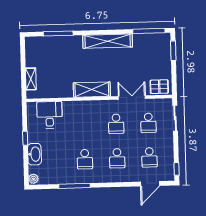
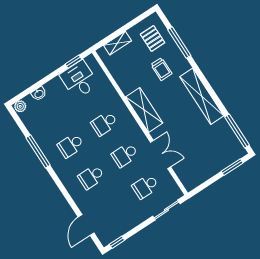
trolley: (70, 59) -> (161, 69), added
pallet: (159, 87) -> (153, 38), moved
desk: (50, 115) -> (79, 80), moved, turned -90
window: (25, 138) -> (73, 62), moved
washbasin: (34, 154) -> (39, 94), width x0.52, depth x0.69
school desk: (149, 157) -> (104, 123), moved
door: (150, 184) -> (86, 225), hinge flipped

